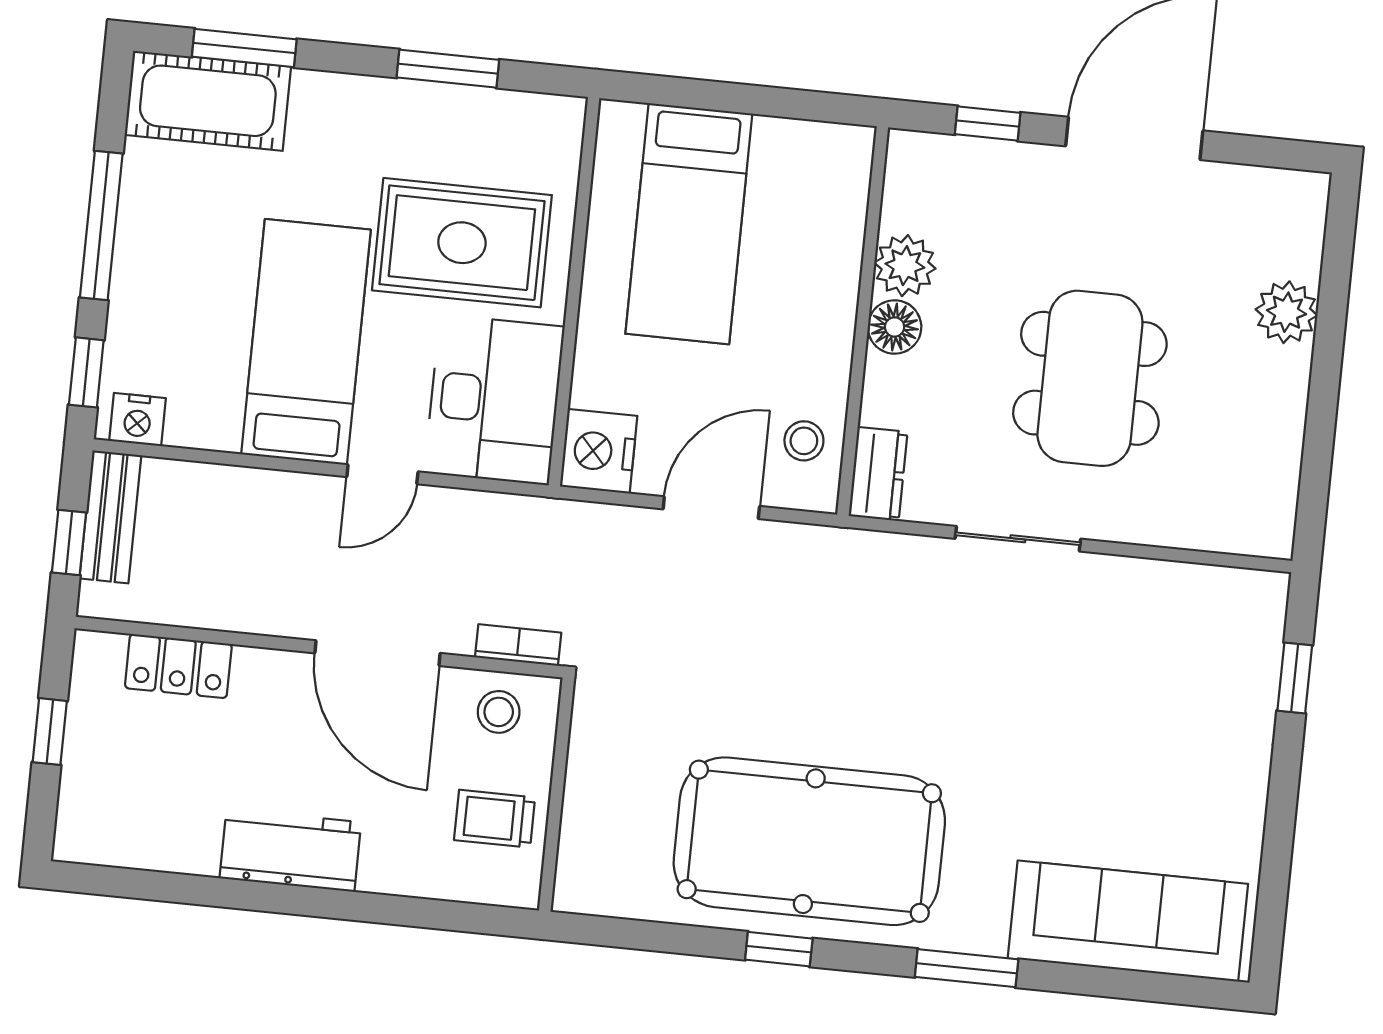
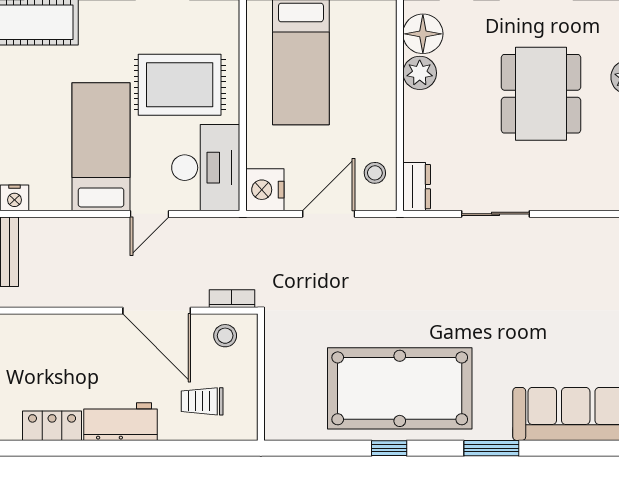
floor lamp: (895, 327) -> (423, 34), moved, width x1.38, depth x1.38
dining table: (1090, 378) -> (541, 94), moved
locker: (178, 666) -> (52, 426), moved, turned 180
trolley: (495, 819) -> (202, 401), moved

